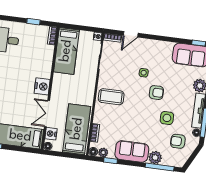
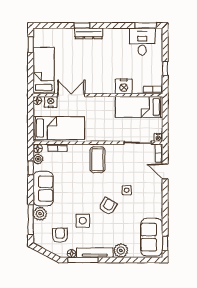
nightstand: (42, 86) -> (124, 86), moved
armchair: (156, 93) -> (108, 206), turned -149

